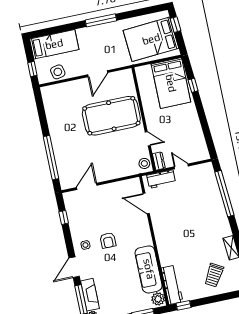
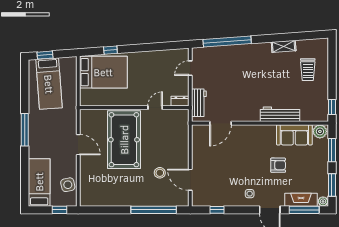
bed: (151, 39) -> (49, 84), width x0.67
stool: (144, 163) -> (160, 173), moved
door: (181, 166) -> (190, 68), moved
armchair: (108, 240) -> (278, 165), moved
sofa: (149, 269) -> (294, 135), width x0.73
trolley: (214, 275) -> (308, 70), turned 60
workbench: (172, 285) -> (280, 114), moved

